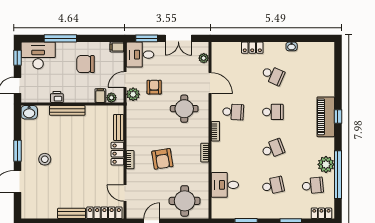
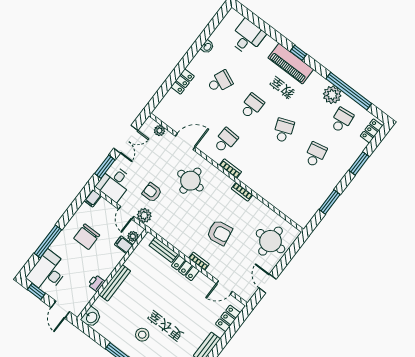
desk: (225, 185) -> (247, 37), moved, turned 180
locker: (104, 213) -> (228, 318), width x0.66

